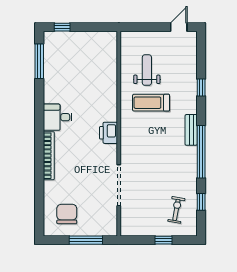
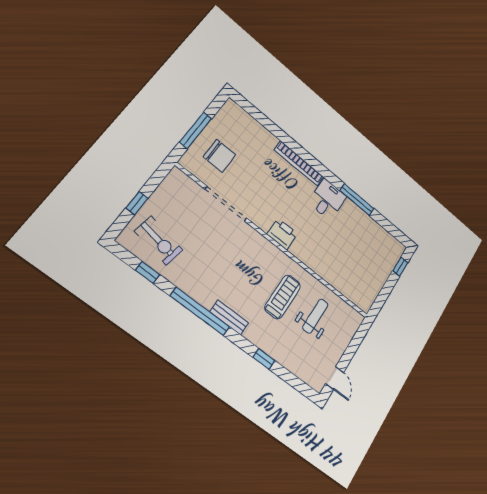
window: (39, 61) -> (357, 200), moved
weight bench: (147, 70) -> (315, 316), turned -90
exercise bike: (176, 210) -> (159, 240), width x1.38, depth x1.39
chair: (67, 214) -> (220, 156), moved

